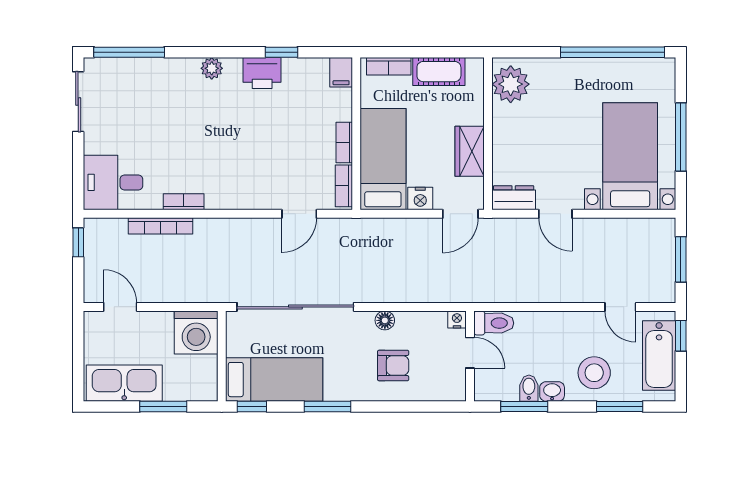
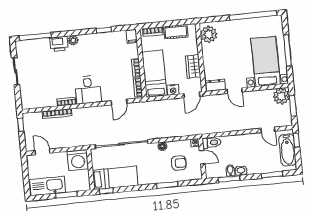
printer: (262, 73) -> (59, 44), moved
sliding door: (78, 102) -> (15, 71), moved
desk: (113, 182) -> (88, 90), moved, turned -90
plant: (657, 236) -> (281, 96), added
armchair: (393, 366) -> (179, 163), moved
stool: (594, 373) -> (259, 161), removed
window: (328, 407) -> (167, 185), moved

